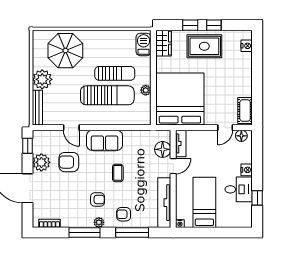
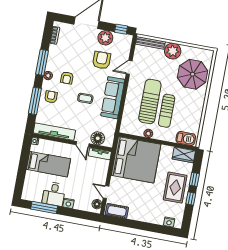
sun lounger: (107, 95) -> (150, 101), turned 180
sofa: (105, 140) -> (113, 98), width x1.36
window: (257, 198) -> (44, 208), width x2.17

